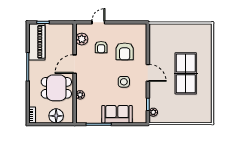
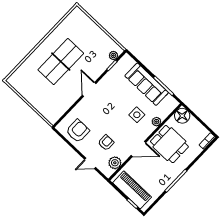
piano: (37, 42) -> (132, 190), moved, turned 90
armchair: (125, 51) -> (78, 131), moved
side table: (124, 82) -> (137, 115), moved
sofa: (117, 114) -> (147, 84), width x1.36
floor lamp: (56, 116) -> (182, 116), moved

